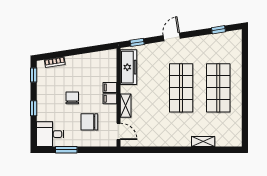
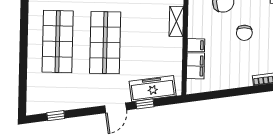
window: (137, 42) -> (145, 104), moved
freezer: (129, 67) -> (153, 89), moved, turned 81
filing cabinet: (110, 99) -> (195, 66), moved, width x2.00

